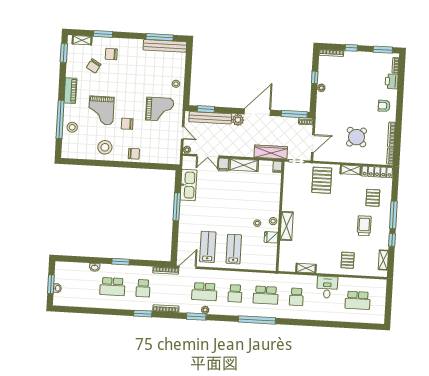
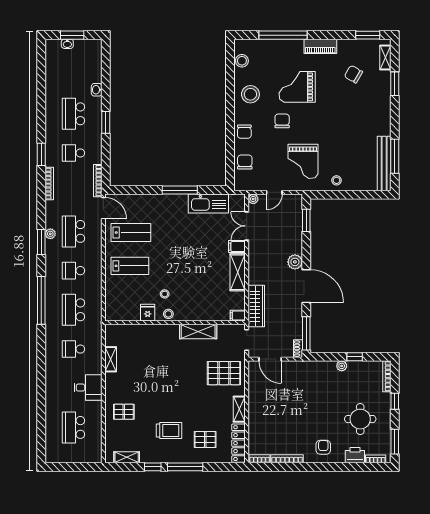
chair: (111, 54) -> (245, 162), moved
bench: (210, 118) -> (296, 226), removed
stool: (72, 127) -> (242, 61), moved
round table: (357, 137) -> (360, 419), moved, turned 45
shelving: (287, 226) -> (198, 332), moved
window: (196, 317) -> (41, 242), moved

